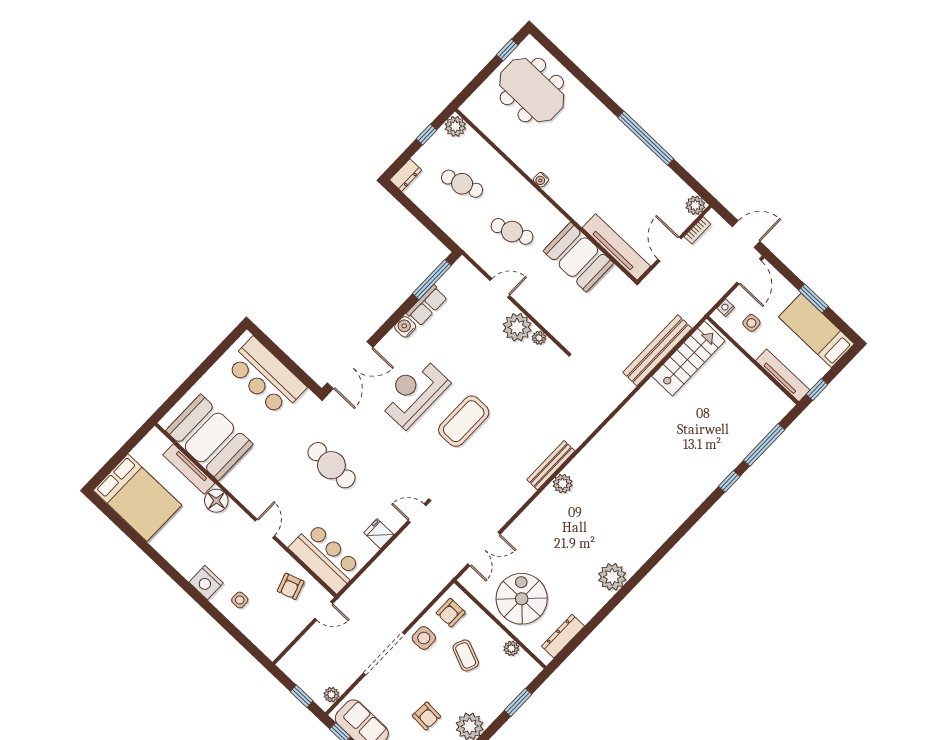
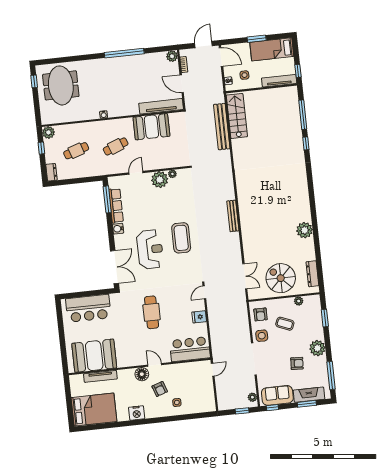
meeting table: (532, 90) -> (61, 85), turned 90
row of seats: (427, 305) -> (116, 206), width x1.48
reception desk: (414, 393) -> (150, 249), turned 180
cafe table: (331, 465) -> (152, 312), turned 90
plant: (563, 484) -> (245, 218), removed
floor lamp: (216, 501) -> (142, 374), moved
nightstand: (206, 583) -> (137, 413), moved
armchair: (291, 586) -> (160, 389), moved

